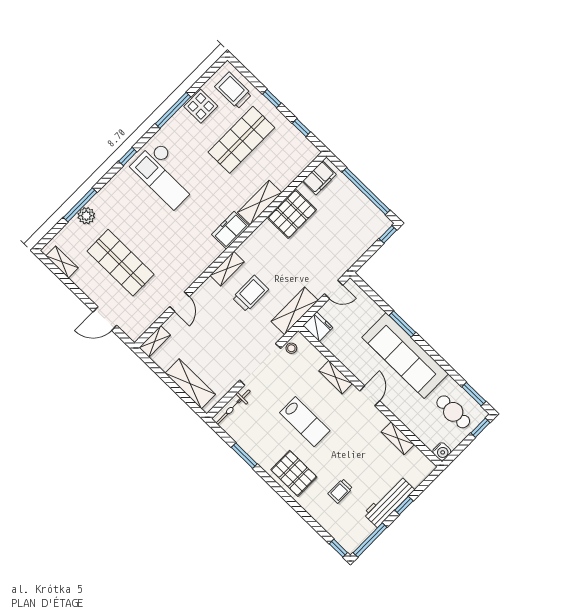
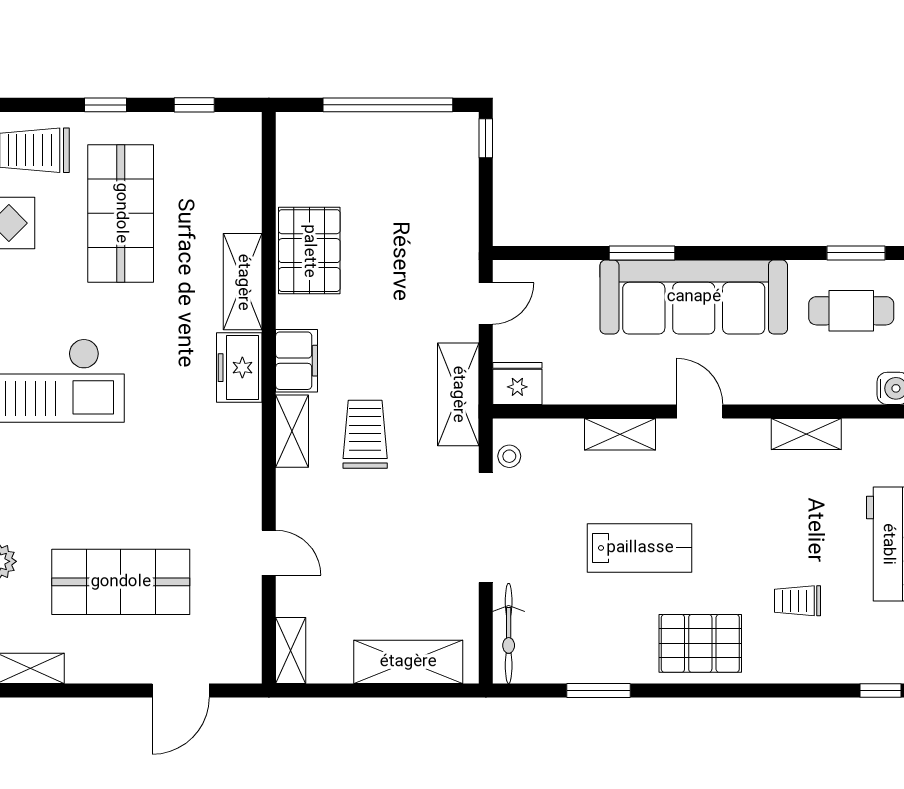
filing cabinet: (319, 178) -> (297, 361), moved
trolley: (340, 491) -> (798, 601), turned 90

